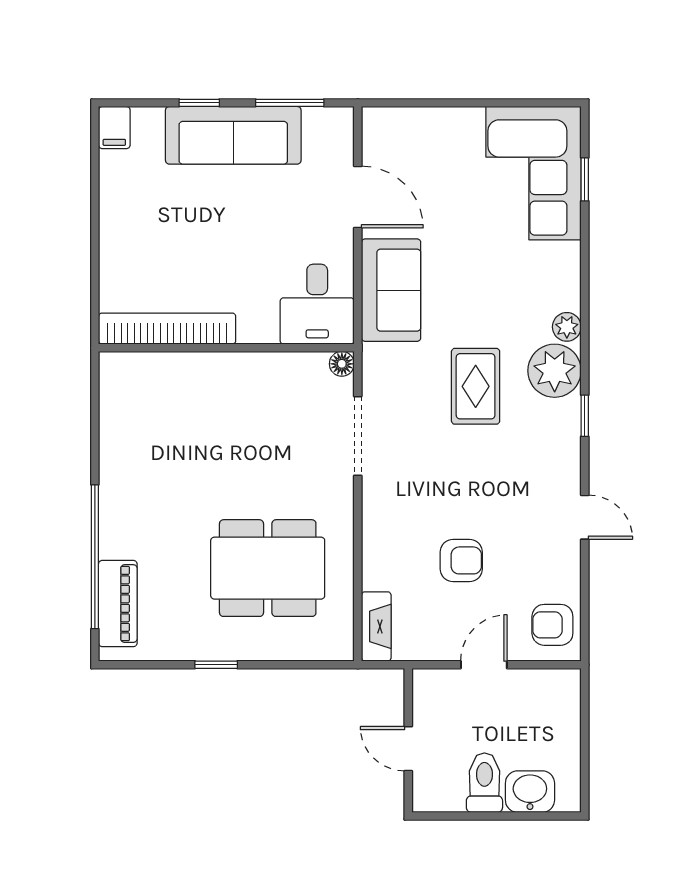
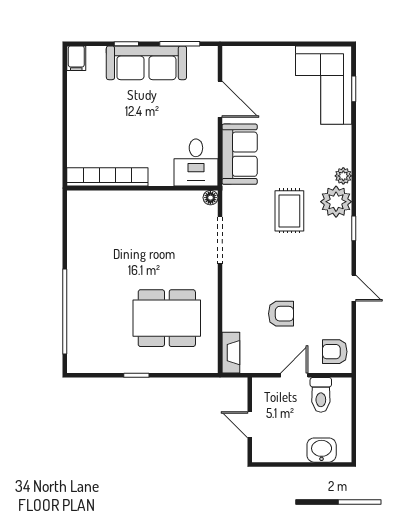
piano: (118, 604) -> (78, 339), removed
toilet: (484, 783) -> (321, 395), moved, turned 180

